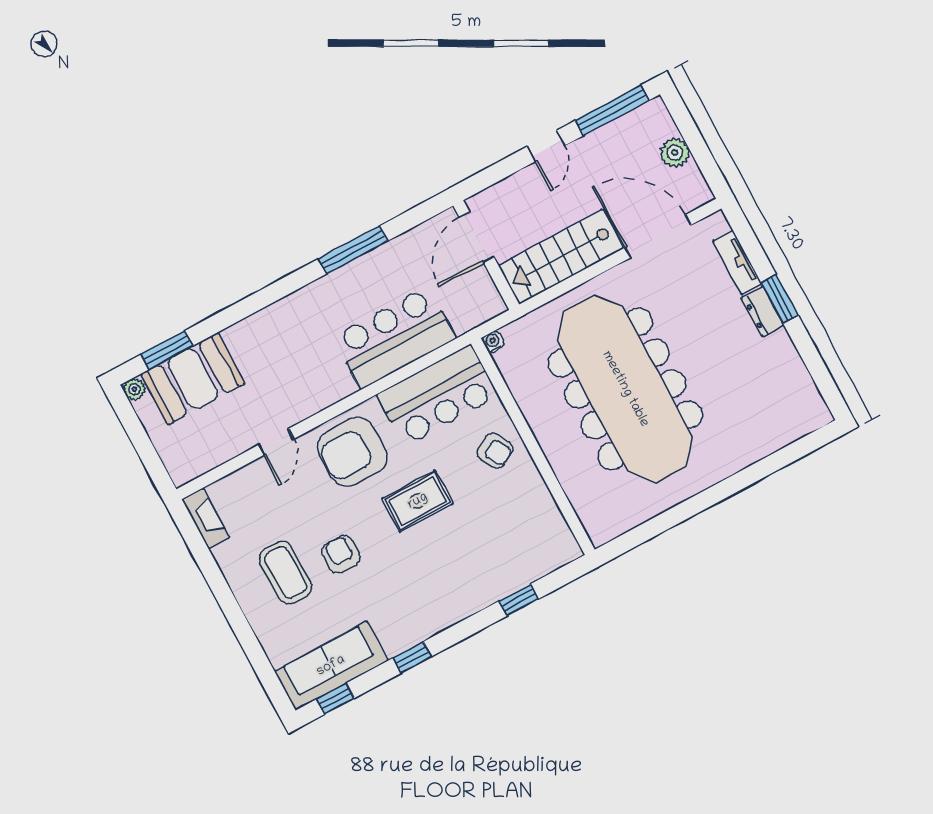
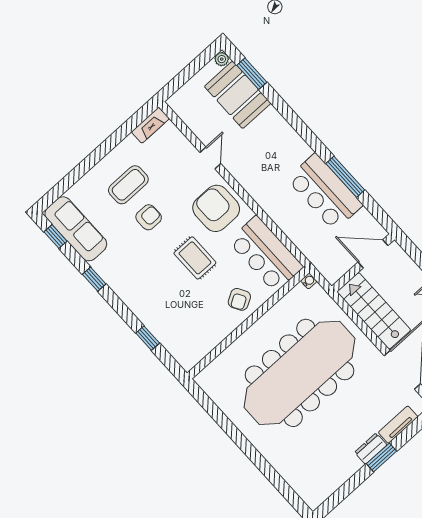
bar counter: (394, 338) -> (325, 192), moved, turned 180
door: (276, 442) -> (210, 158), swing flipped

